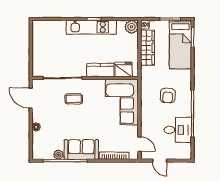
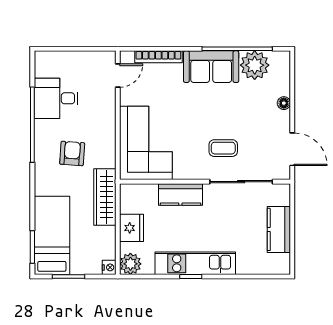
kitchen counter: (39, 48) -> (279, 229), added
wardrobe: (147, 48) -> (105, 197), moved
fridge: (124, 69) -> (131, 228), moved, turned -90
door: (139, 144) -> (118, 75), swing flipped
plant: (58, 155) -> (255, 65), width x1.88, depth x1.88
door: (160, 161) -> (85, 49), removed

